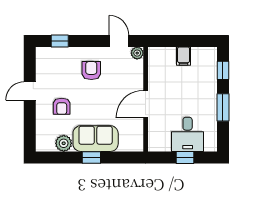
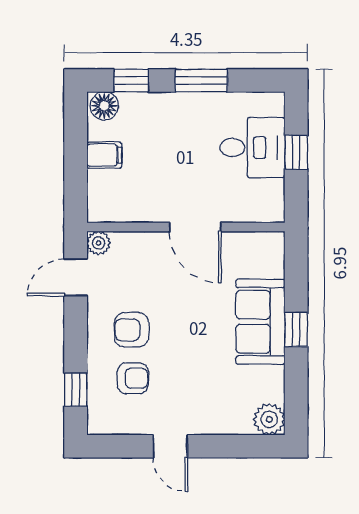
floor lamp: (210, 56) -> (104, 106), added
armchair: (62, 106) -> (133, 378), moved
plant: (64, 143) -> (269, 419), moved

